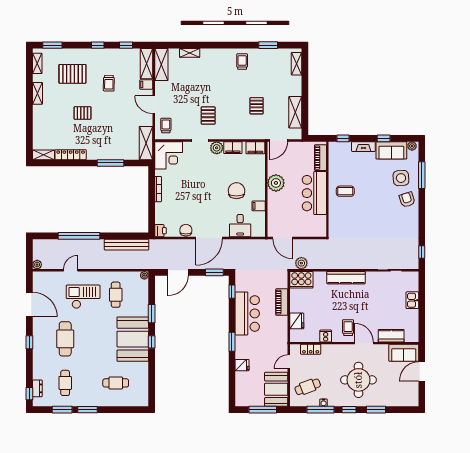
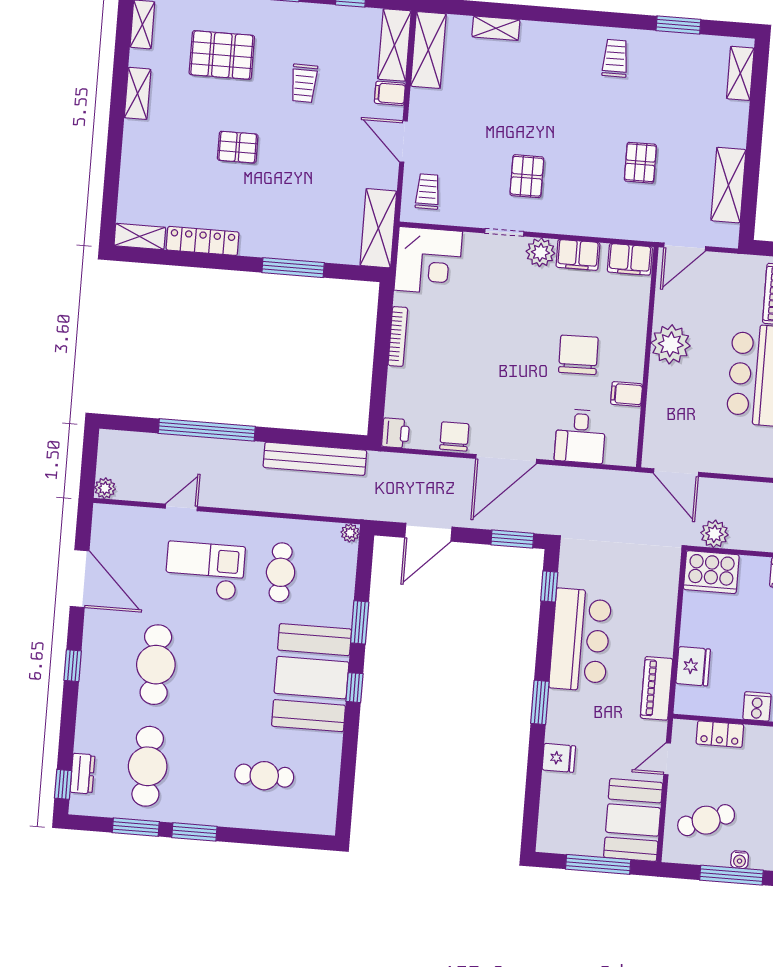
piano: (282, 302) -> (657, 688), moved
cafe table: (65, 383) -> (148, 766), width x1.37, depth x1.35

